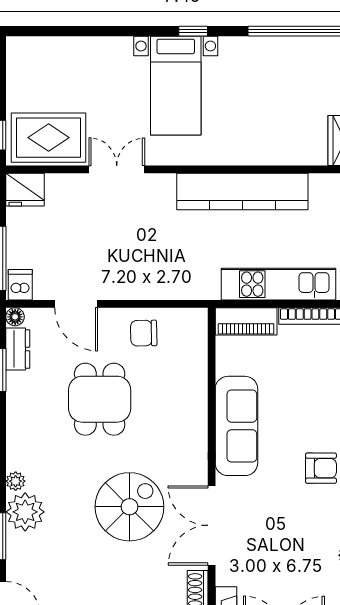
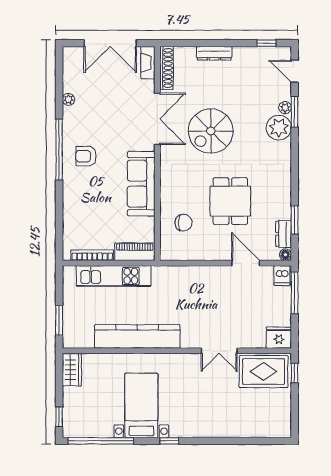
bed with nightstands: (176, 86) -> (141, 405), moved
chair: (144, 333) -> (183, 223), moved
plant: (16, 481) -> (285, 108), moved

